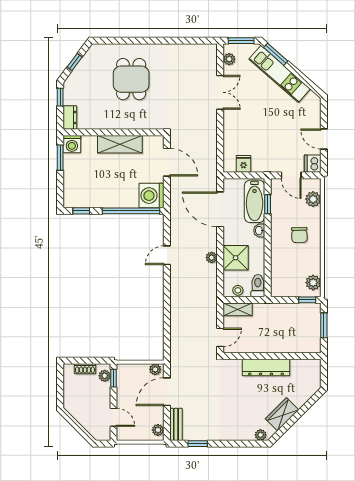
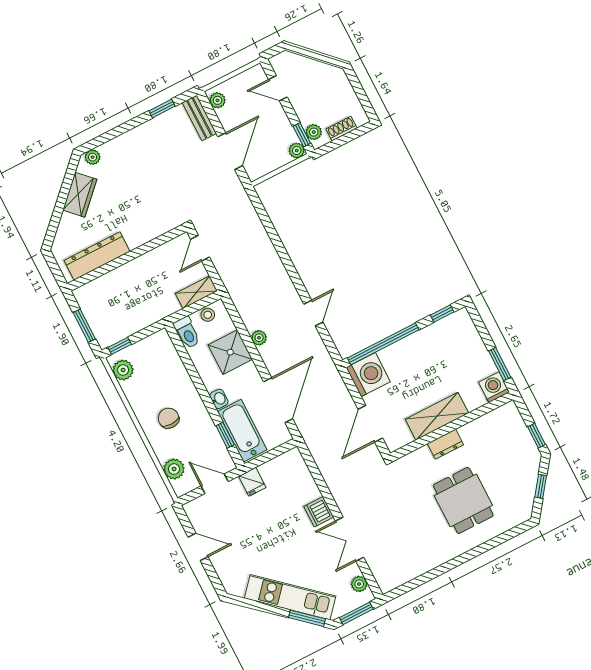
dresser: (70, 118) -> (445, 444), moved, turned -90
door: (167, 162) -> (370, 424), hinge flipped
fridge: (243, 164) -> (252, 482), moved
dishwasher: (313, 164) -> (319, 512), moved, turned 180
door: (220, 209) -> (278, 400), hinge flipped
dresser: (266, 368) -> (97, 256), moved
plant: (155, 369) -> (297, 151), moved

